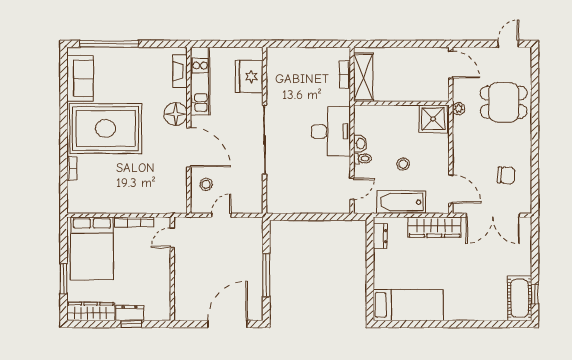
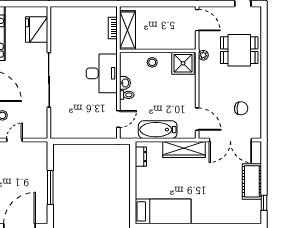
stool: (403, 164) -> (152, 62), moved
cot: (520, 298) -> (252, 181), moved

